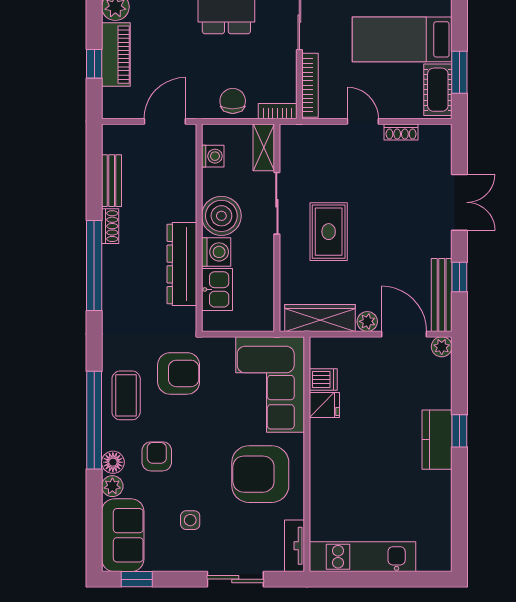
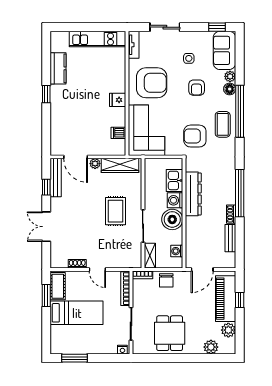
piano: (116, 55) -> (226, 299), width x1.37, depth x1.33
plant: (442, 347) -> (56, 150), removed
fridge: (324, 405) -> (118, 100), moved
window: (459, 431) -> (46, 94), moved
kitchen counter: (437, 440) -> (58, 68), moved
armchair: (157, 456) -> (197, 88), moved

